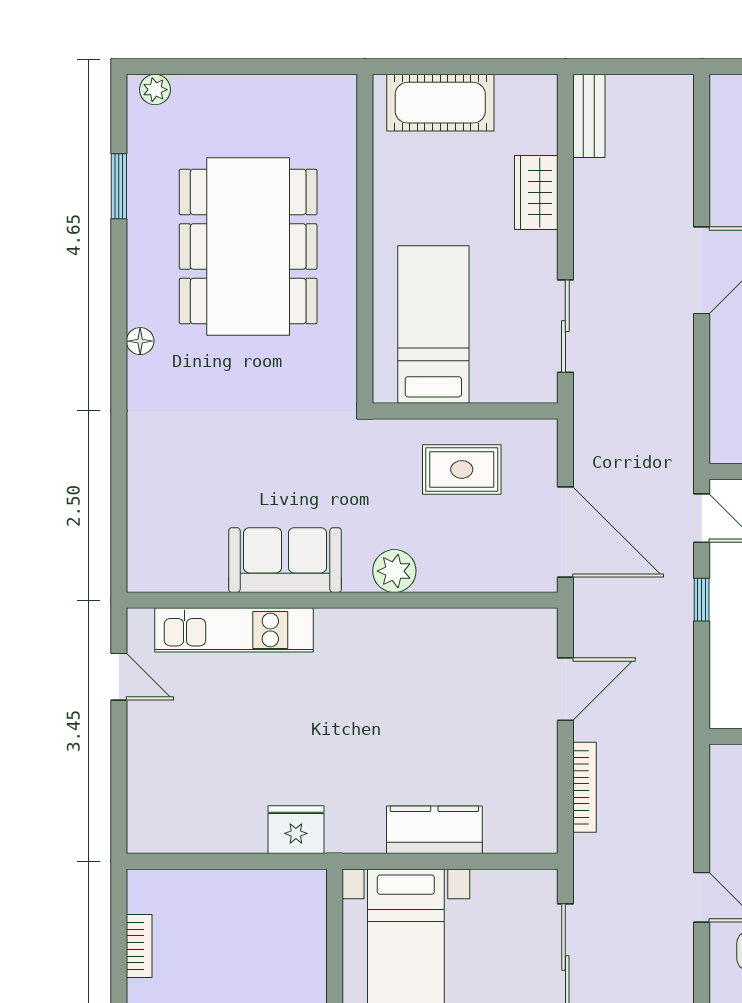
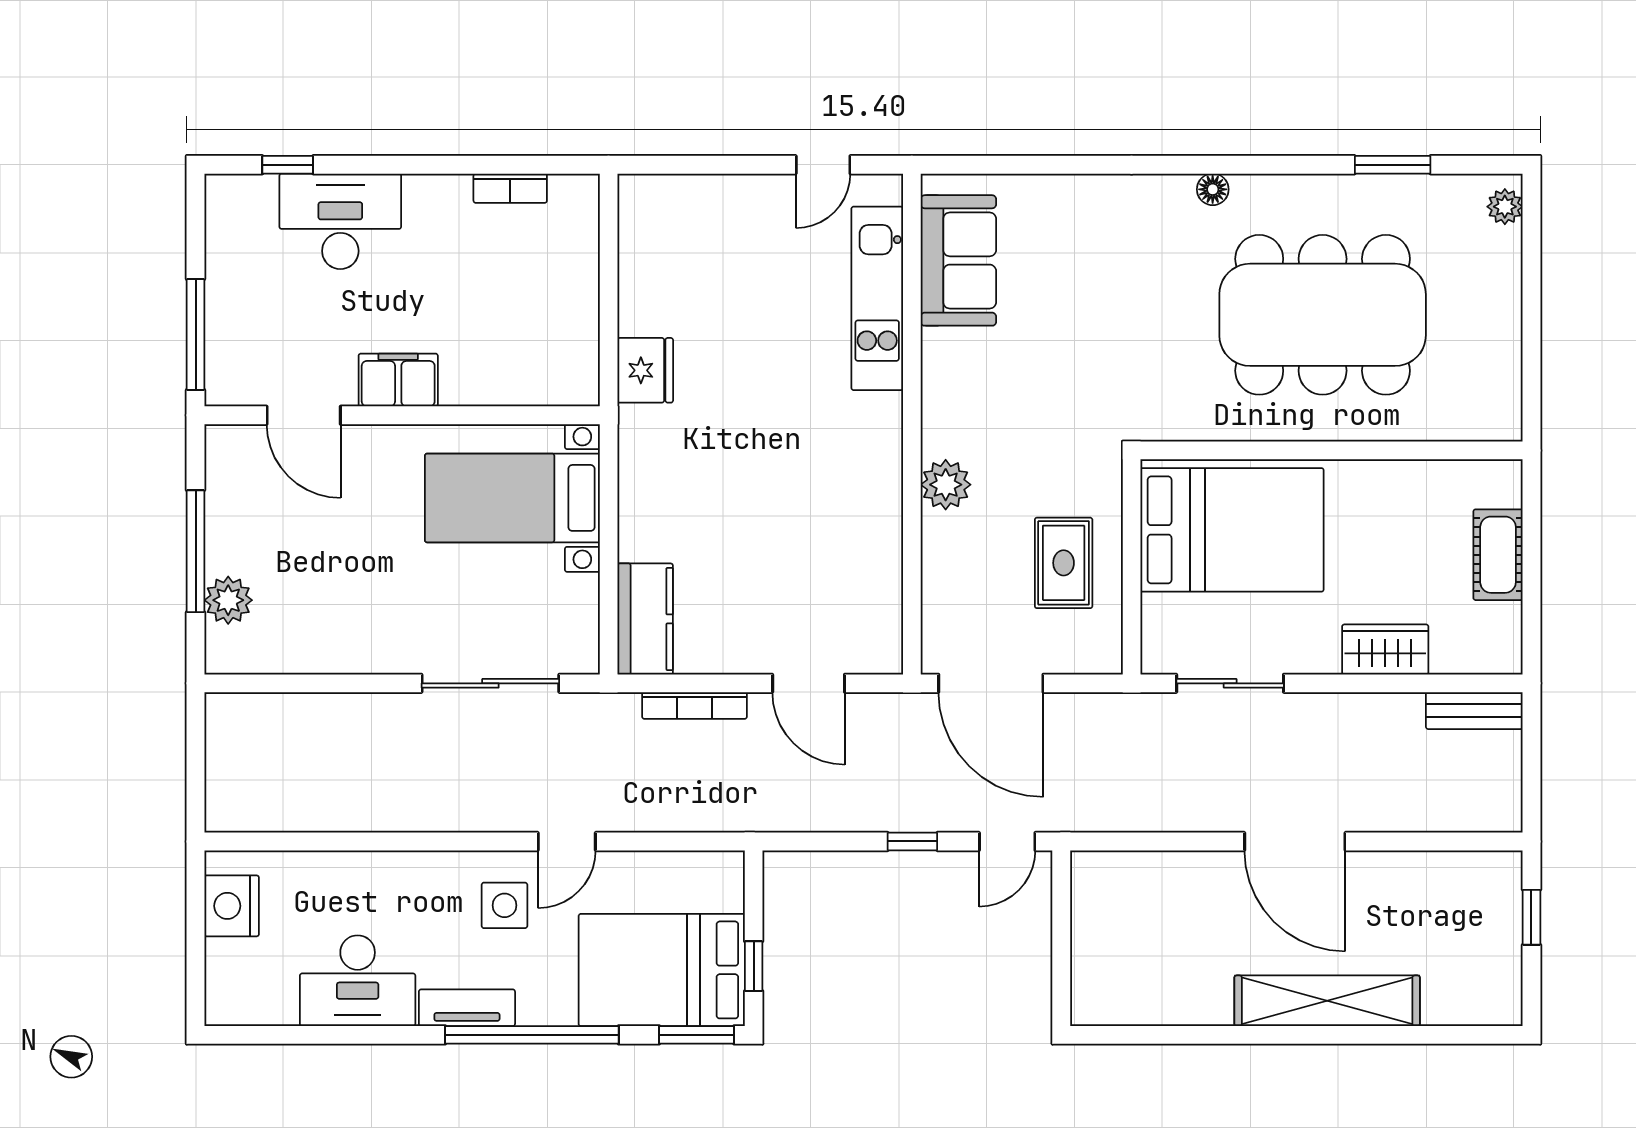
cot: (440, 103) -> (1498, 555), width x0.73, depth x0.75
bed: (433, 324) -> (1232, 530), width x1.50
door: (565, 532) -> (991, 683), hinge flipped
sofa: (285, 560) -> (958, 260), moved
kitchen counter: (434, 830) -> (645, 619), moved

